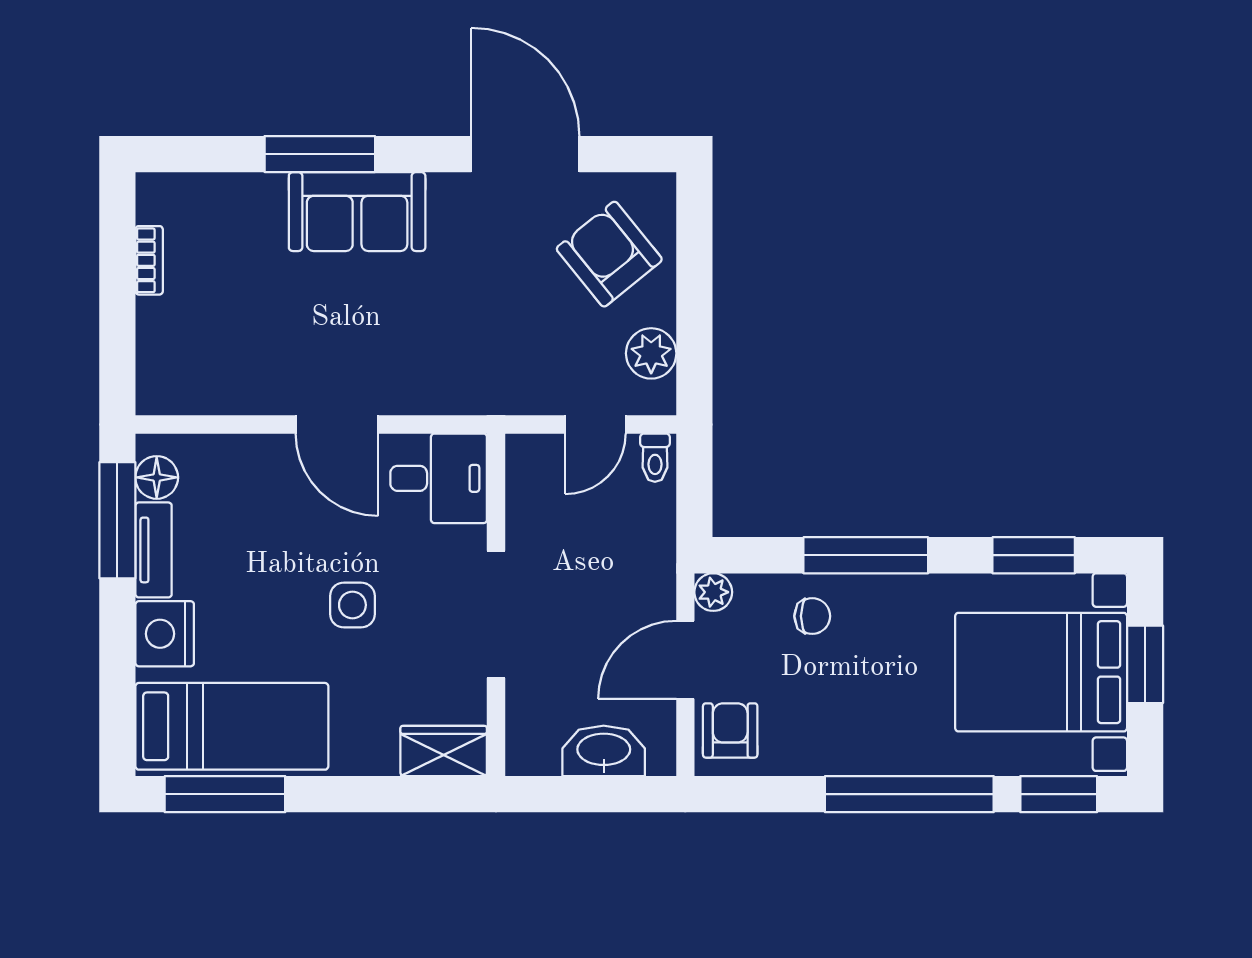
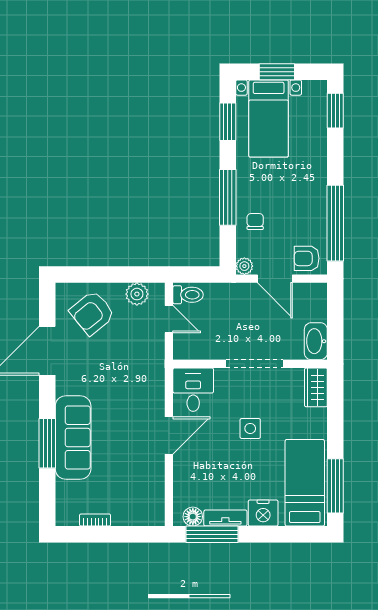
sofa: (357, 212) -> (73, 437), width x1.36
toilet: (655, 458) -> (188, 295), width x1.37, depth x1.39
bed with nightstands: (1041, 672) -> (269, 118), width x0.73
washbasin: (604, 751) -> (316, 341), moved
window: (909, 794) -> (335, 223), moved

